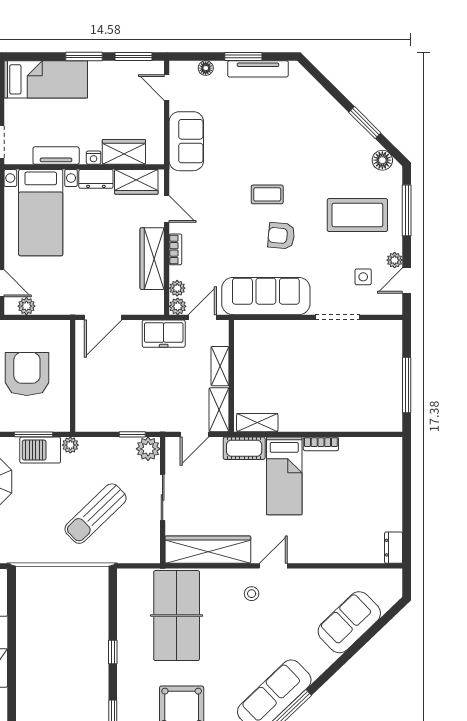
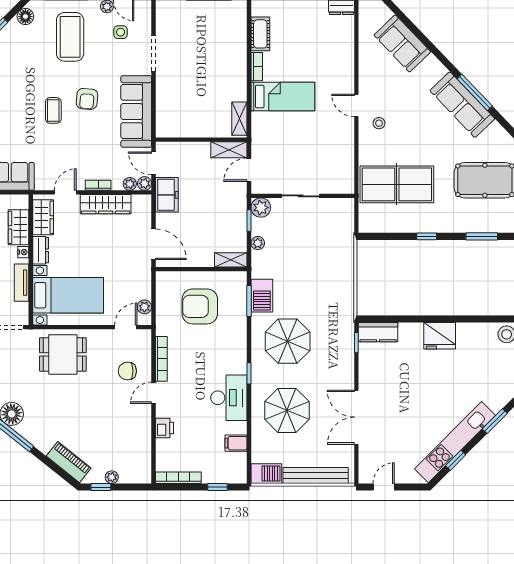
shelving: (220, 366) -> (231, 260), moved
door: (194, 434) -> (249, 170), swing flipped
plant: (70, 445) -> (258, 243), moved
cot: (244, 448) -> (260, 34), moved
sun lounger: (96, 514) -> (314, 250), removed
wardrobe: (208, 550) -> (343, 159), removed

